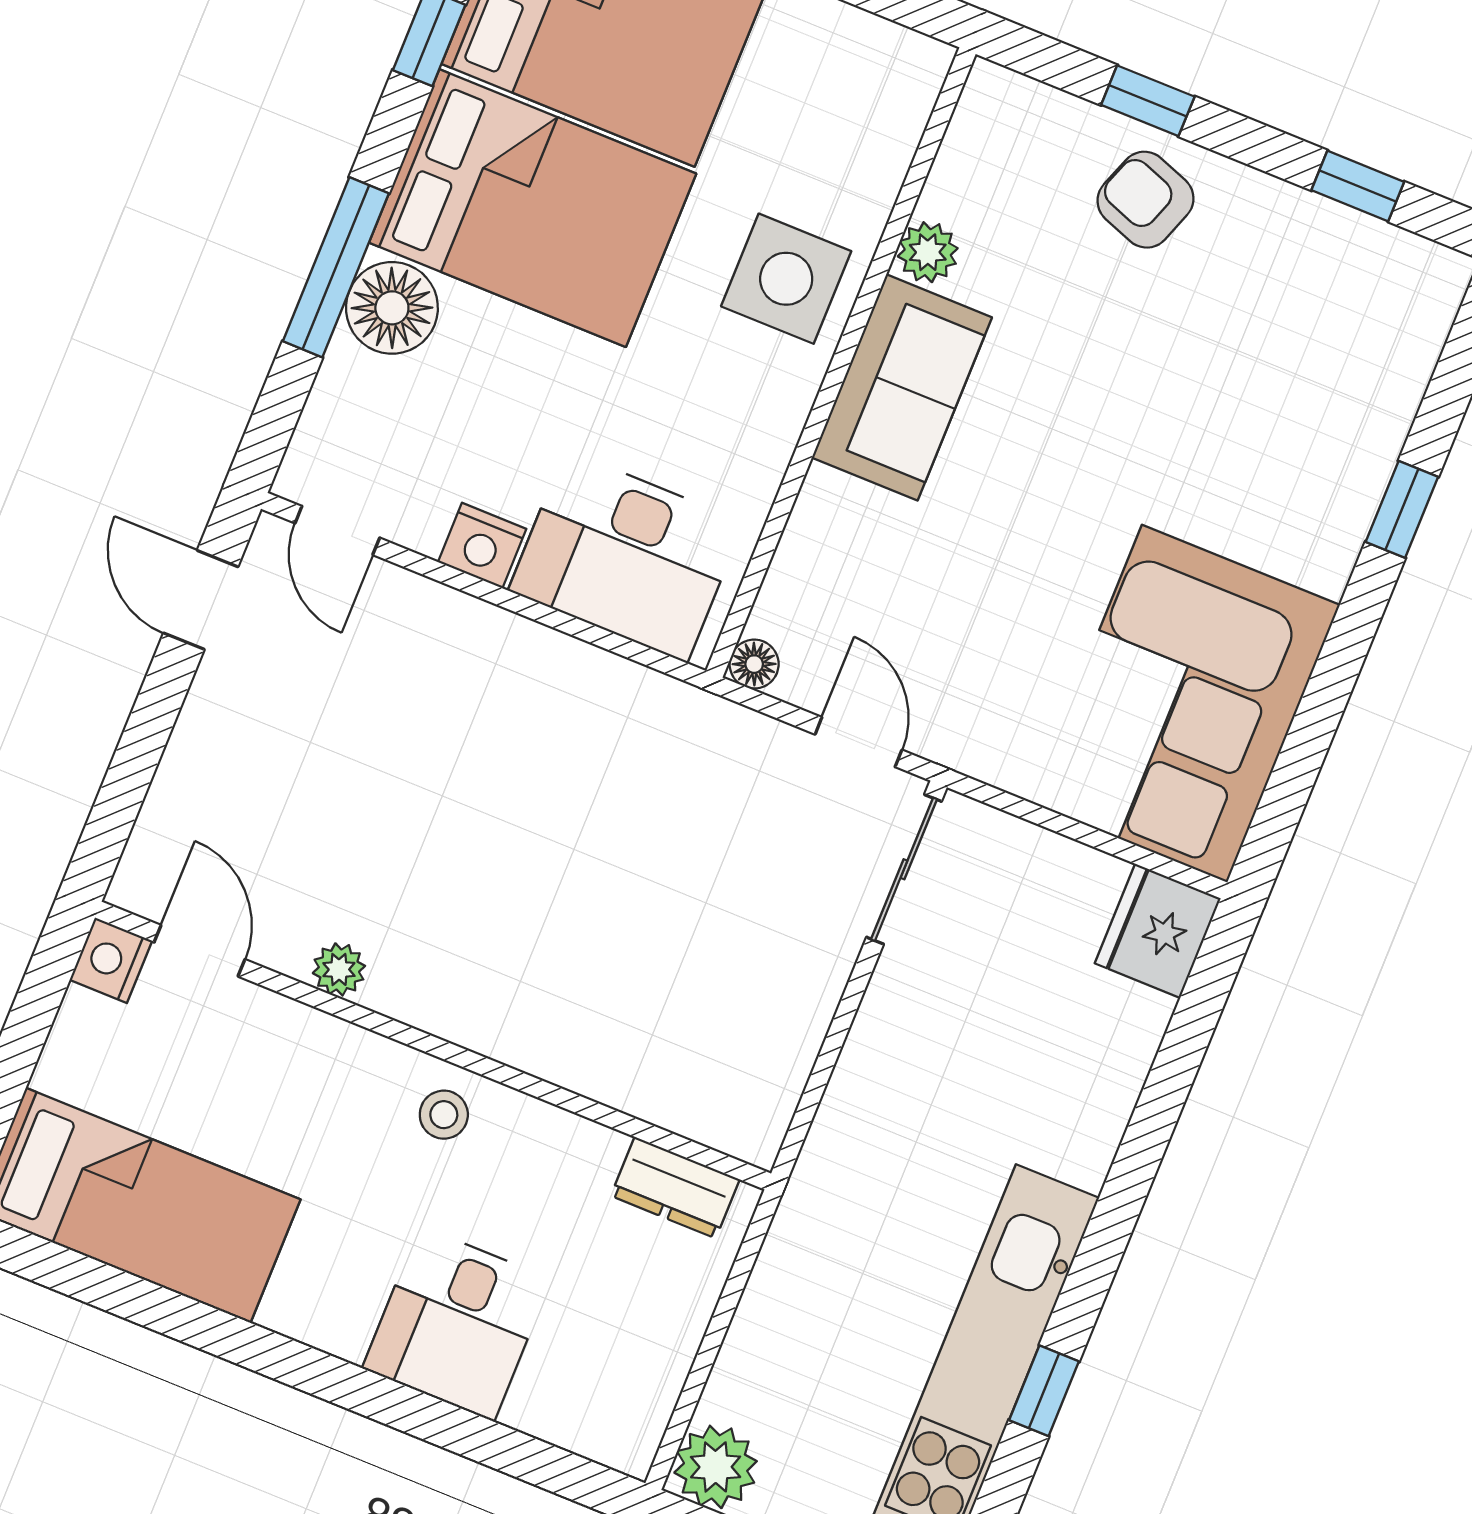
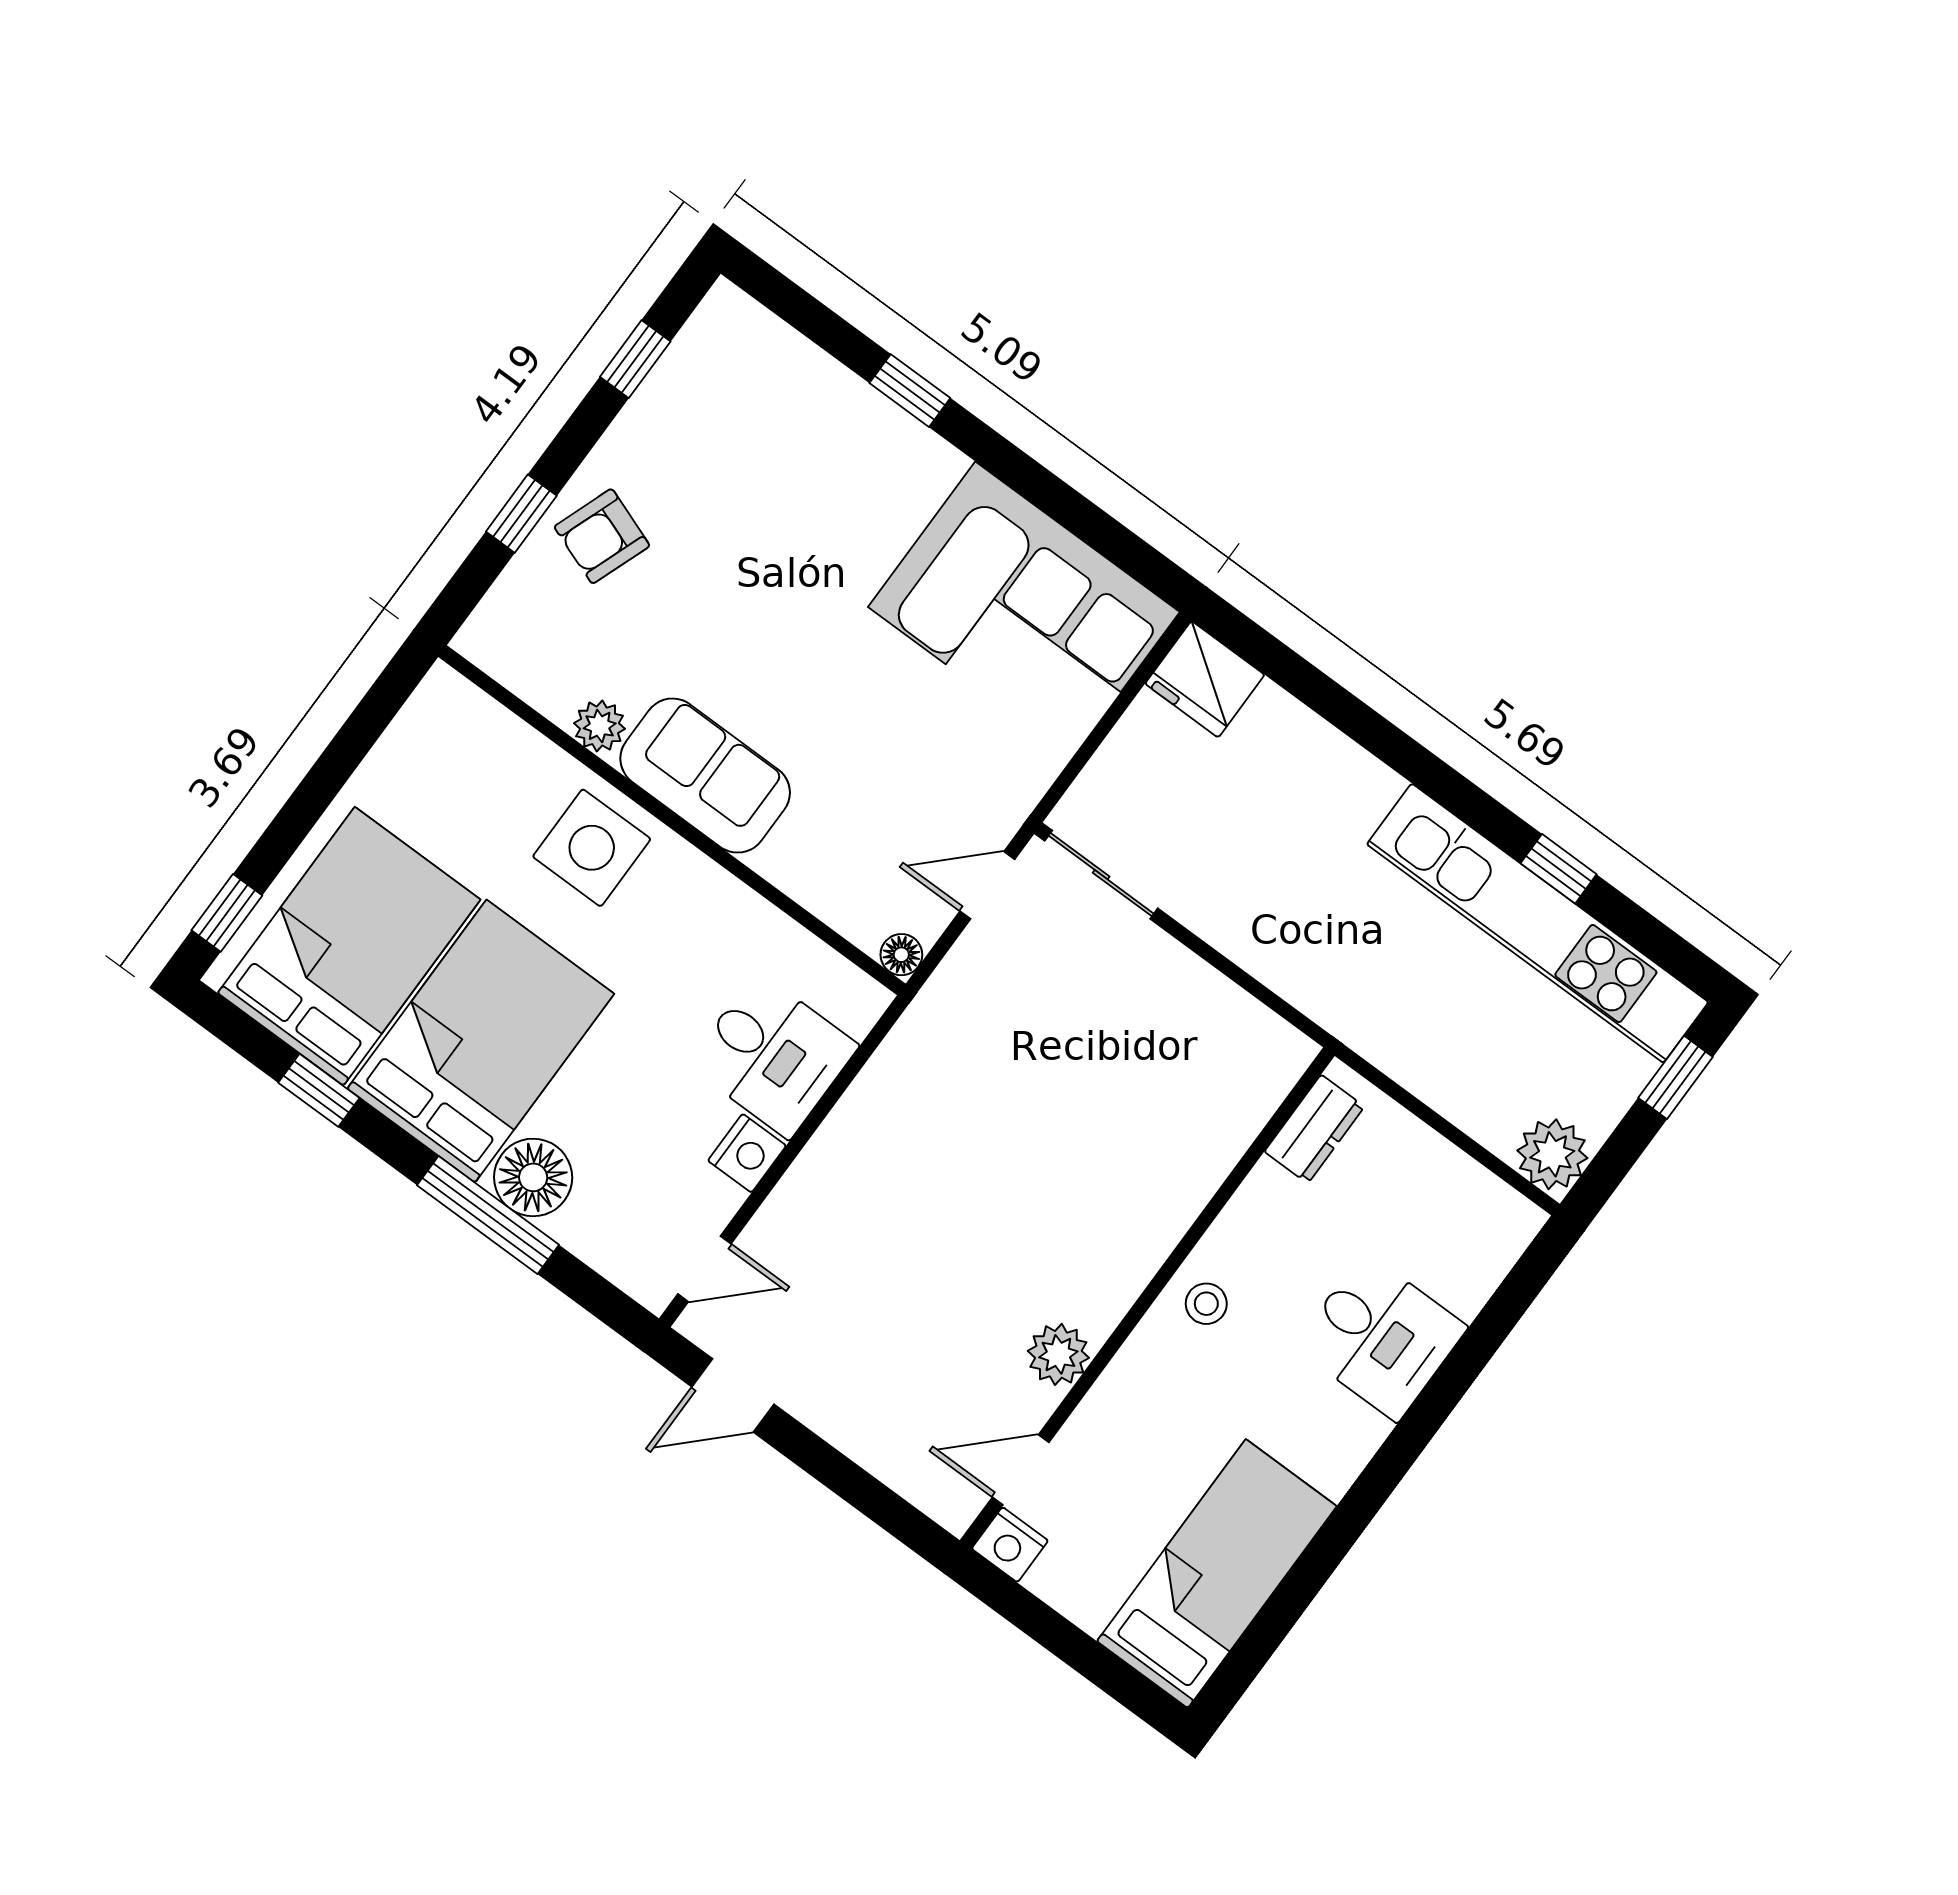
desk: (626, 556) -> (773, 1055), width x0.73
plant: (339, 969) -> (1058, 1354), width x1.38, depth x1.38

